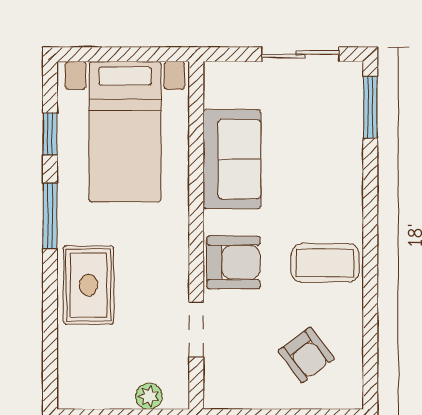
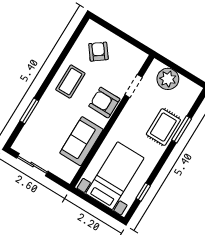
window: (370, 107) -> (29, 111), moved
window: (50, 216) -> (182, 129), moved
coffee table: (325, 263) -> (70, 81), turned 90
plant: (149, 396) -> (168, 79), width x1.88, depth x1.88

